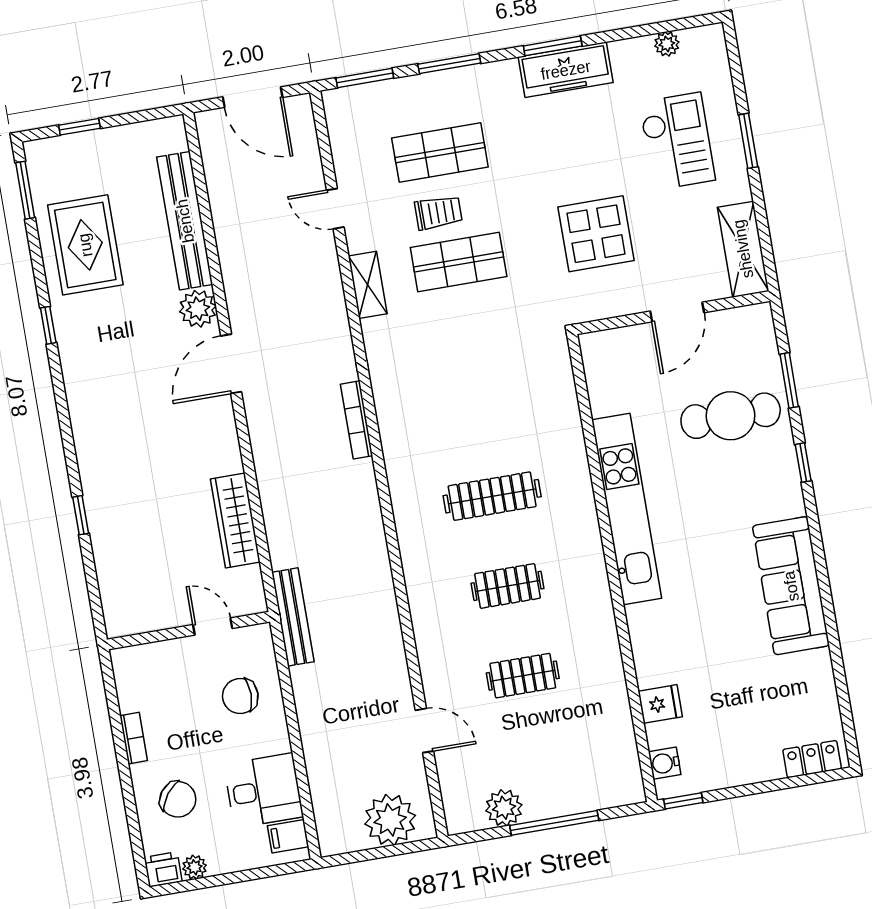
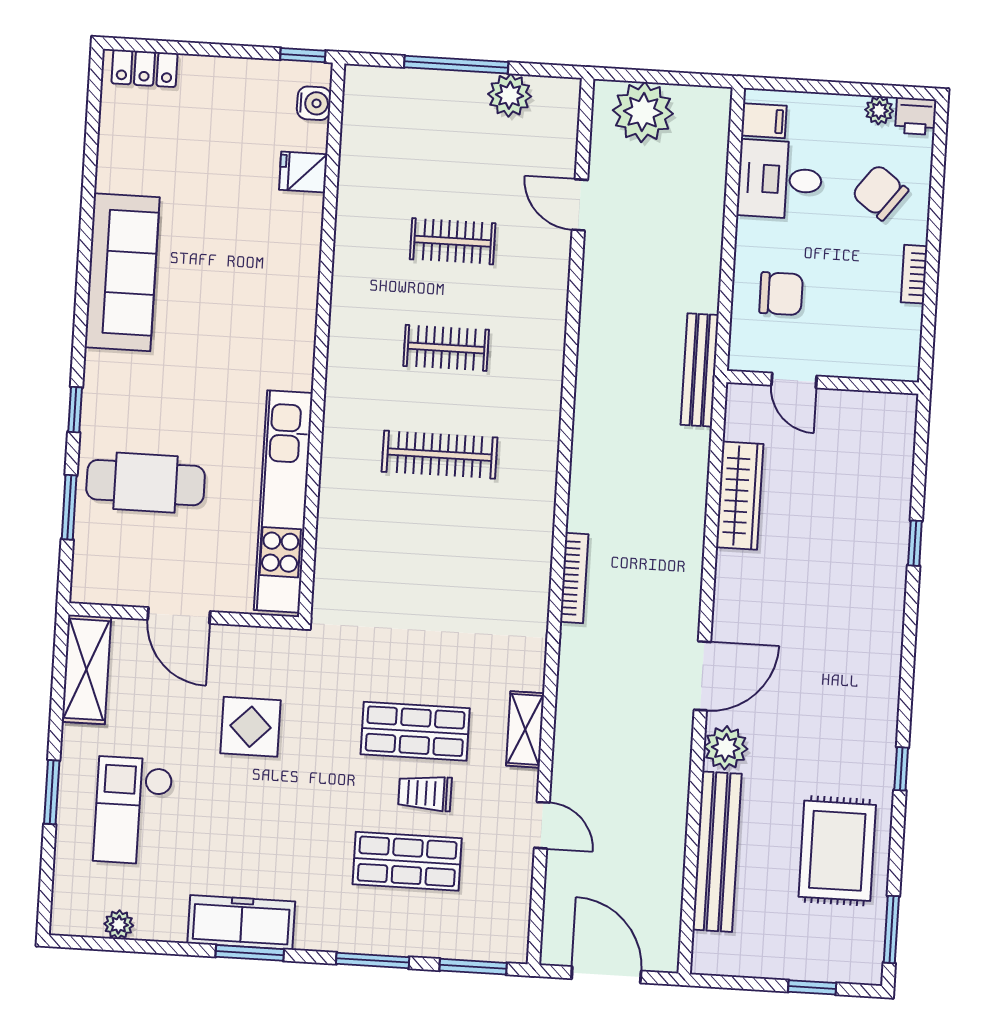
display table: (596, 234) -> (251, 727), width x0.73, depth x0.73
door: (677, 312) -> (179, 615), swing flipped
kitchen unit: (627, 509) -> (283, 502), moved

